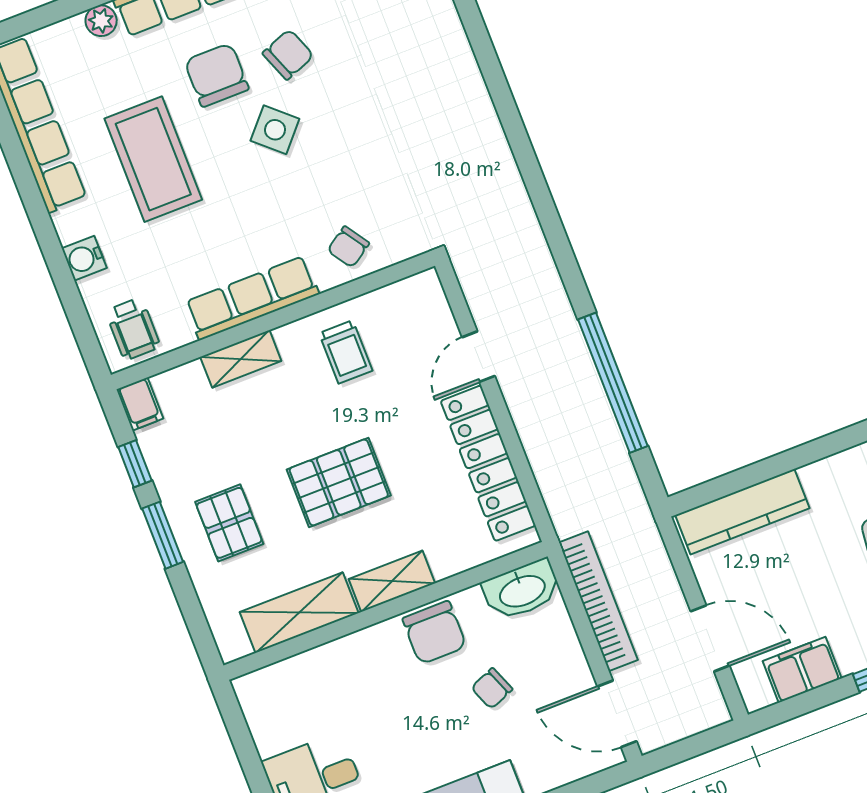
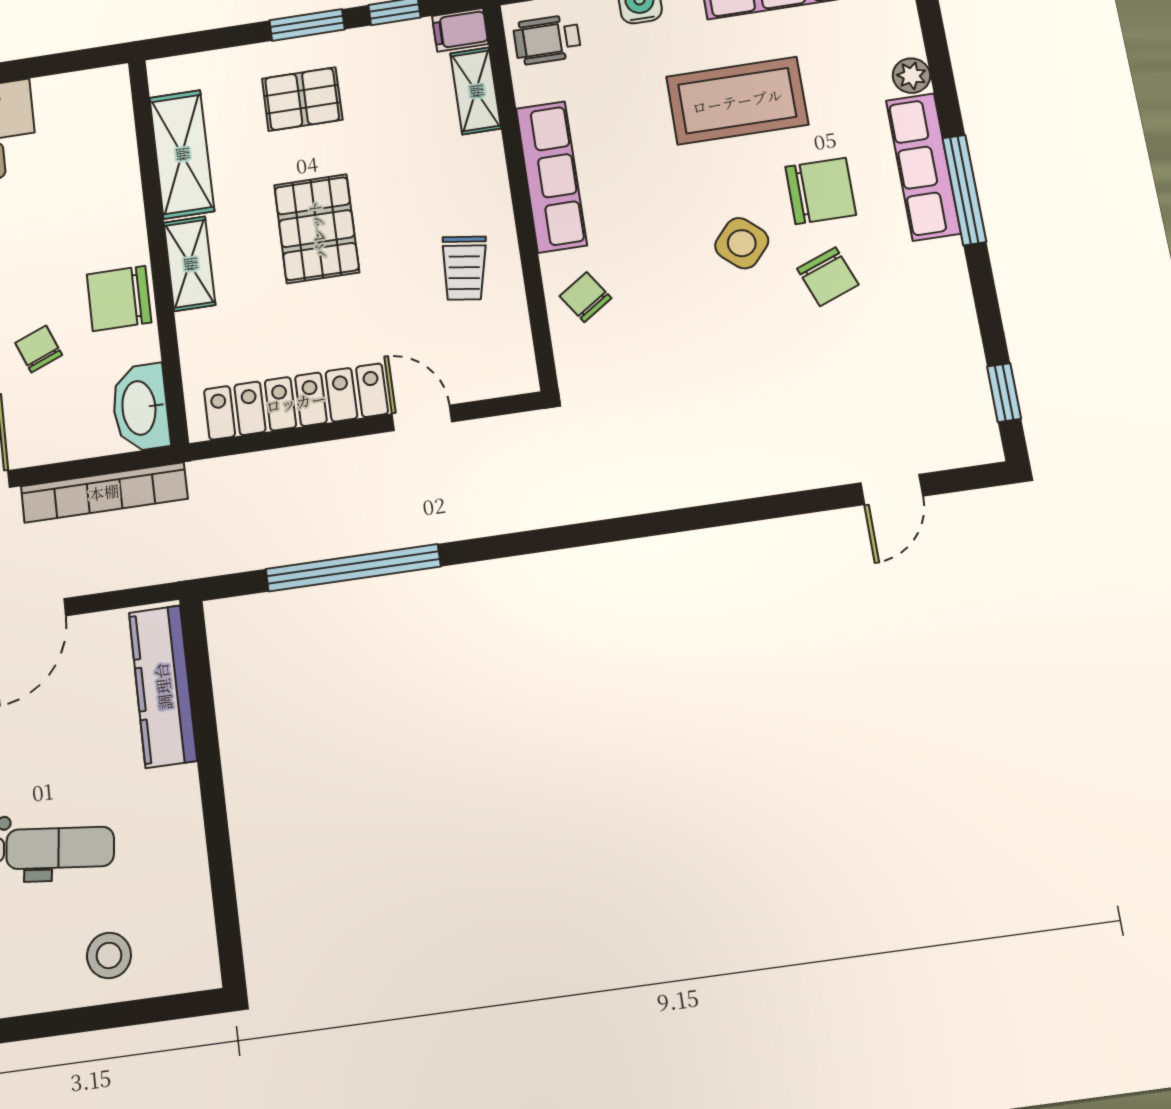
trolley: (346, 352) -> (464, 268), turned -82
shelving: (241, 359) -> (476, 91), moved

